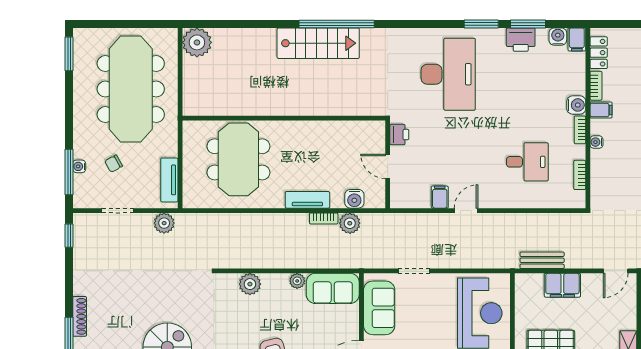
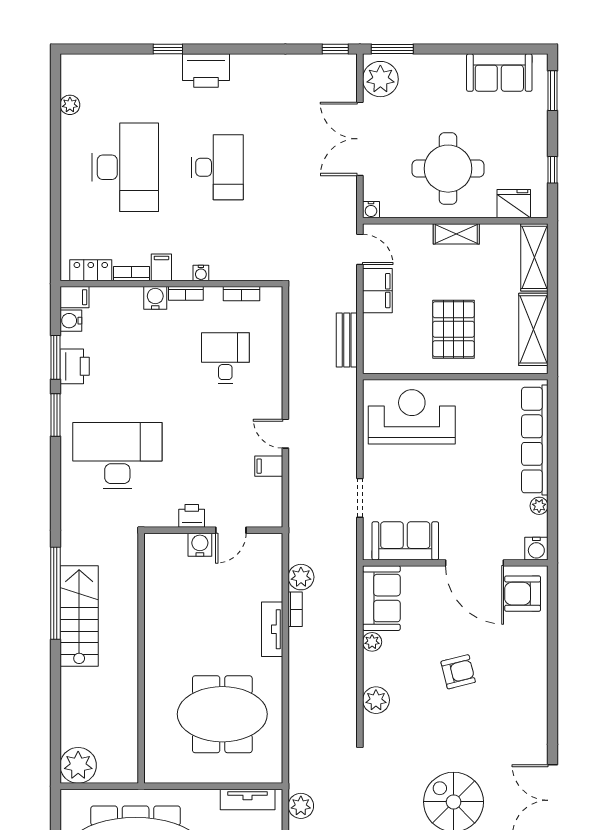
wall: (284, 118) -> (141, 658), moved
water cooler: (354, 199) -> (200, 545), moved, turned -90
filing cabinet: (562, 285) -> (377, 291), moved

